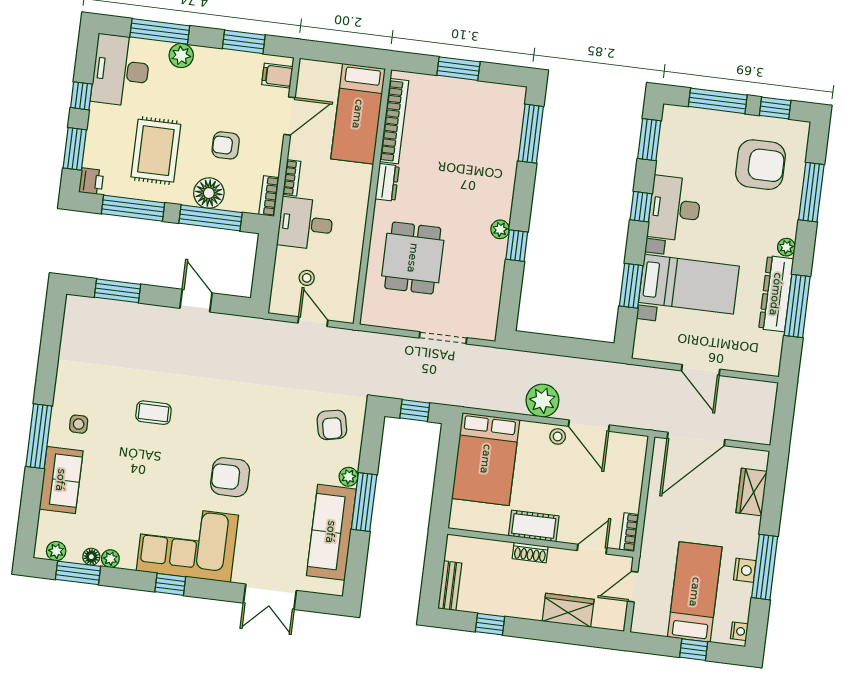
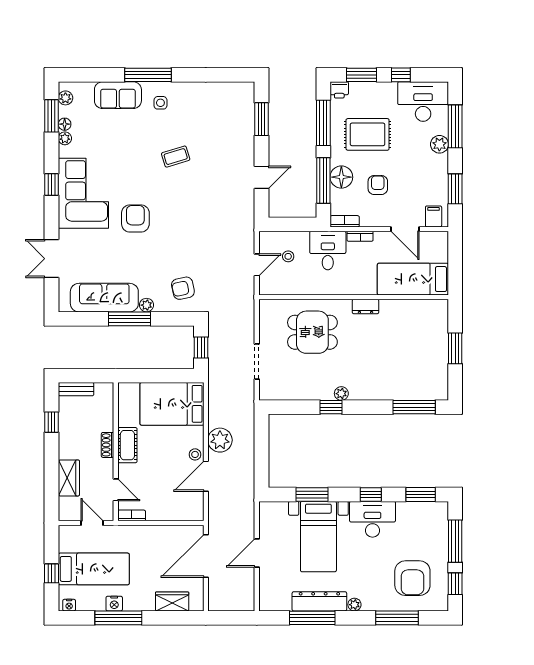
bookcase: (394, 121) -> (411, 306), removed
coffee table: (153, 413) -> (176, 157), turned 73
door: (696, 439) -> (206, 556), hinge flipped

